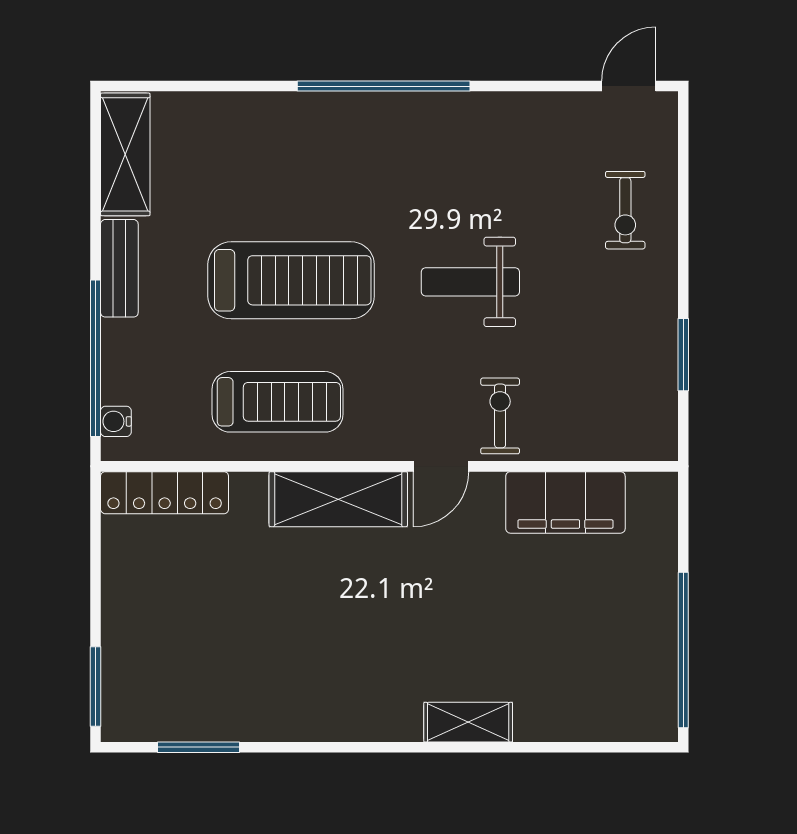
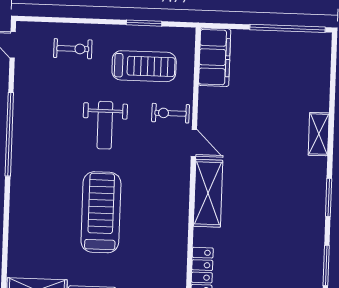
window: (384, 86) -> (9, 134), moved
treadmill: (277, 402) -> (144, 66), moved, turned 90
filing cabinet: (565, 502) -> (215, 57), moved
window: (339, 747) -> (329, 197), added

